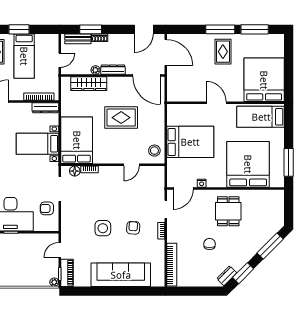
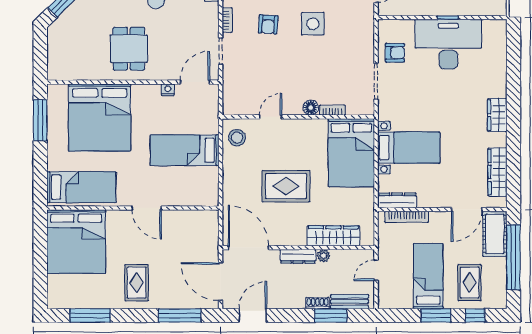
window: (220, 29) -> (180, 315), moved
bed: (190, 142) -> (185, 150), width x0.67
floor lamp: (75, 171) -> (311, 108), moved

